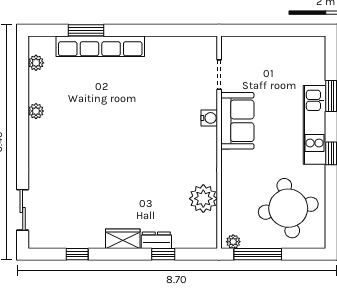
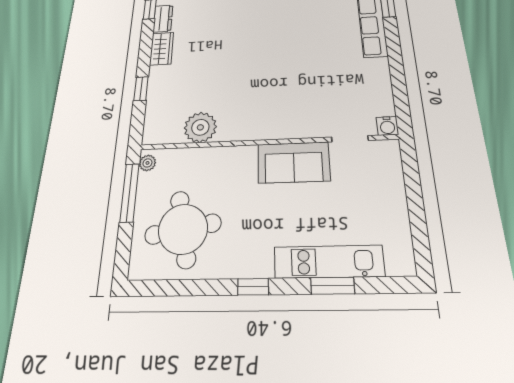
water cooler: (209, 118) -> (387, 126), moved
kitchen unit: (315, 125) -> (329, 262), moved
dresser: (156, 240) -> (163, 19), moved

